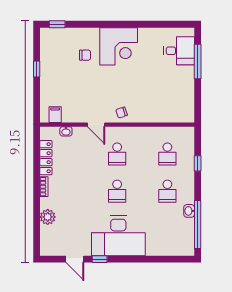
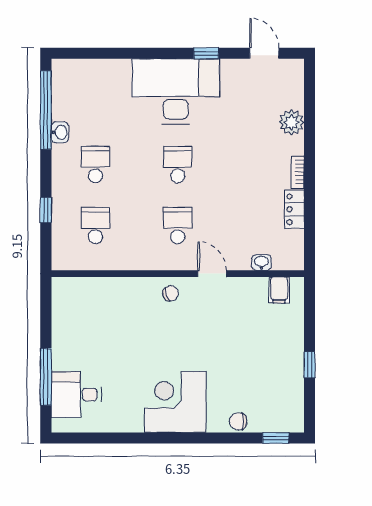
chair: (85, 55) -> (238, 421), moved
locker: (46, 158) -> (294, 209), width x0.66
door: (75, 259) -> (264, 53), moved

